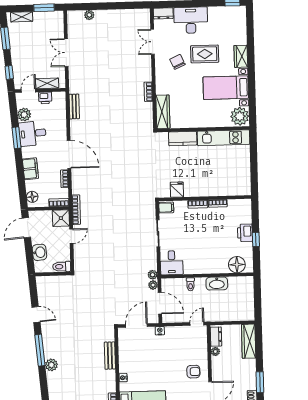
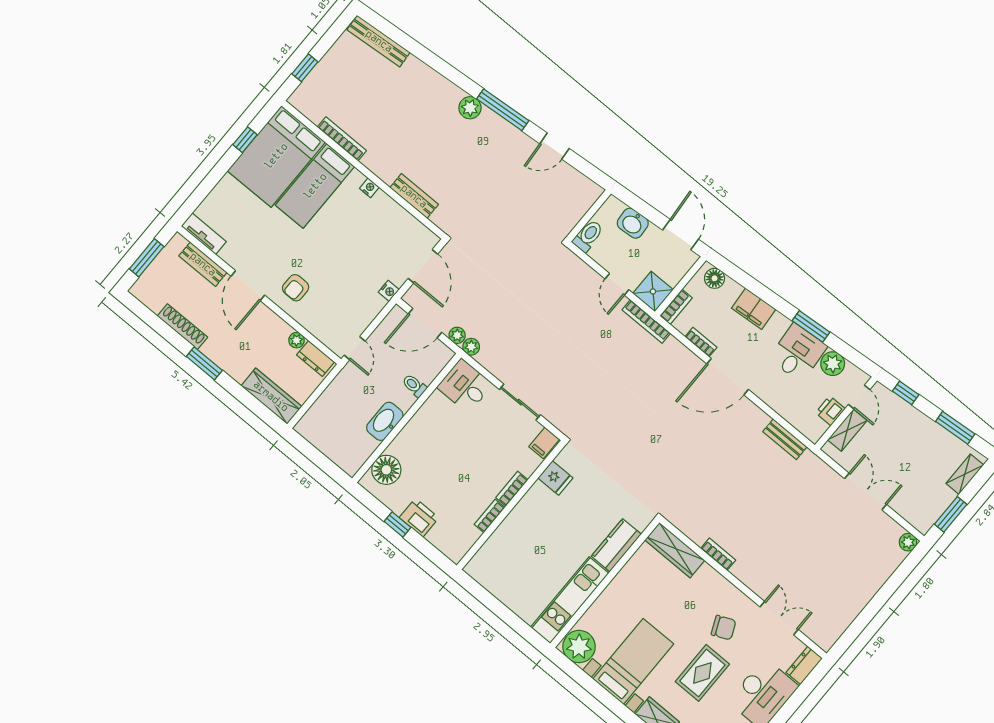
plant: (89, 15) -> (908, 542), moved

